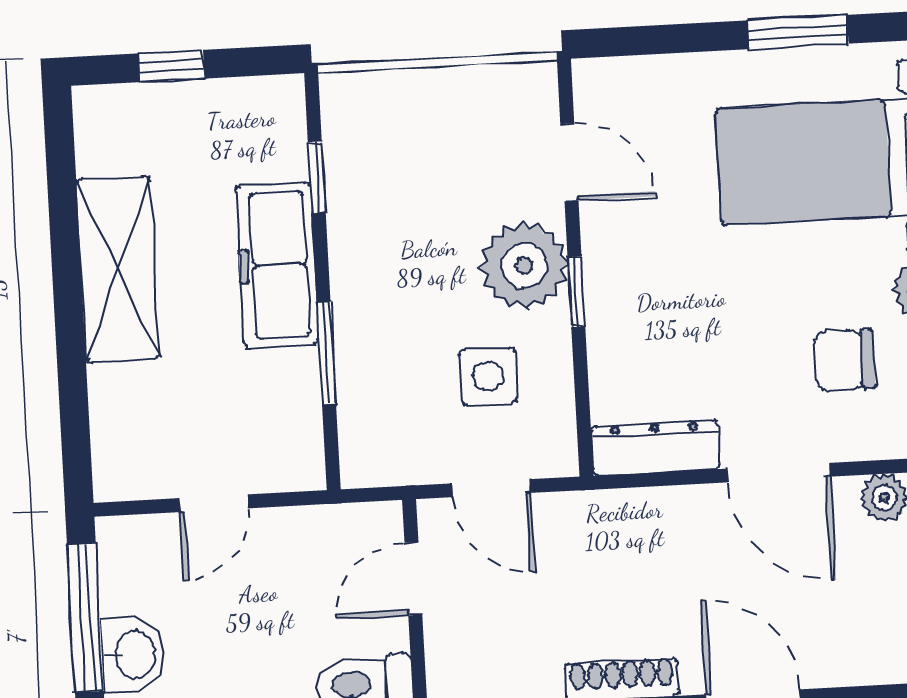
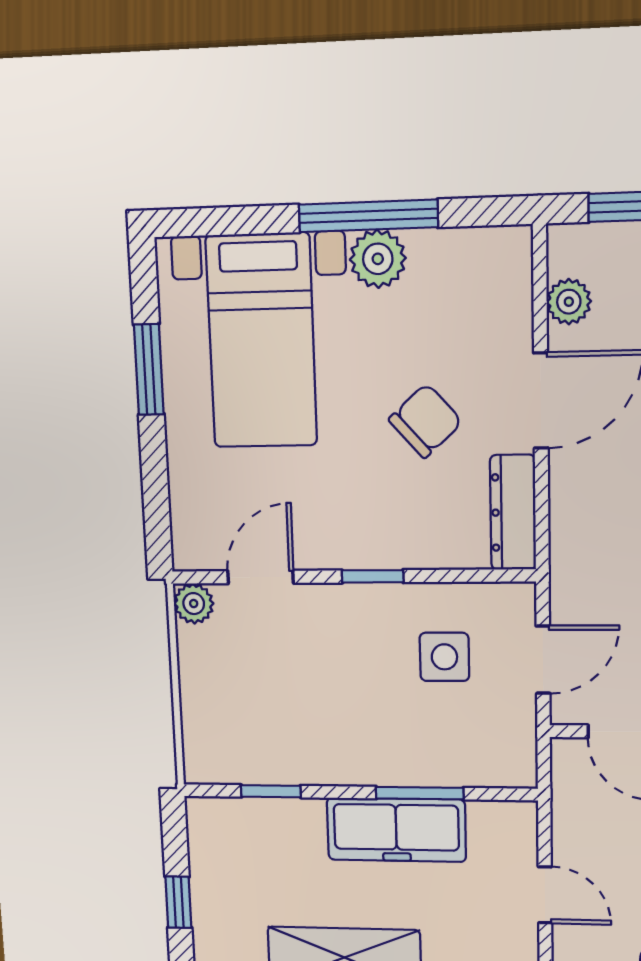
freezer: (277, 265) -> (396, 830), moved
plant: (524, 266) -> (194, 604), moved, width x0.53, depth x0.53
chair: (844, 360) -> (425, 421), moved, turned -132

